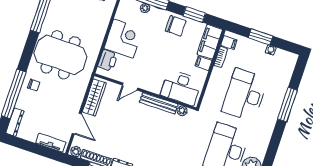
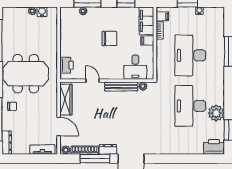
chair: (176, 26) -> (109, 39), moved
corner desk: (123, 39) -> (73, 43), removed
door: (130, 87) -> (93, 81), swing flipped
desk: (181, 88) -> (135, 67), width x0.73

